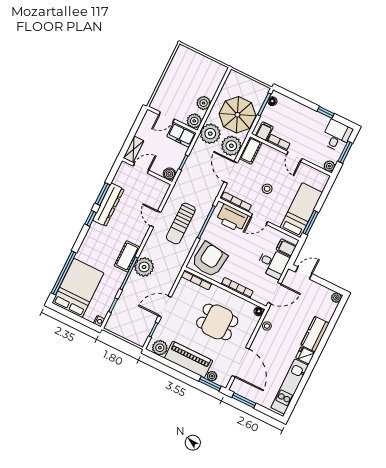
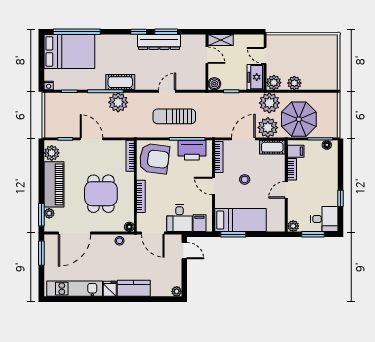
printer: (232, 218) -> (192, 150), moved, turned -90

